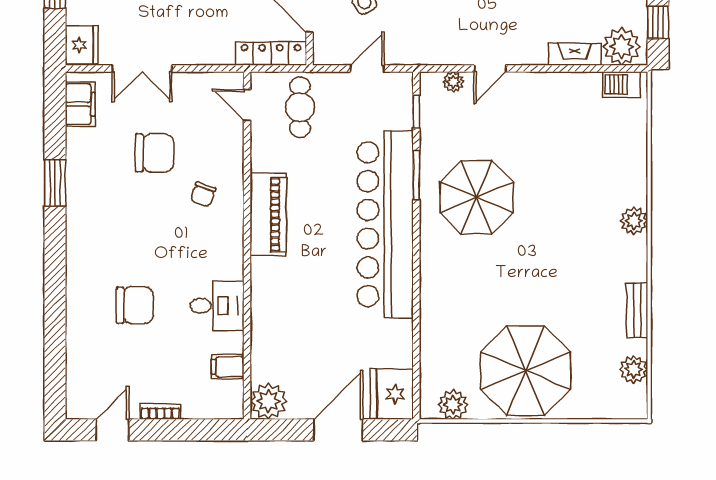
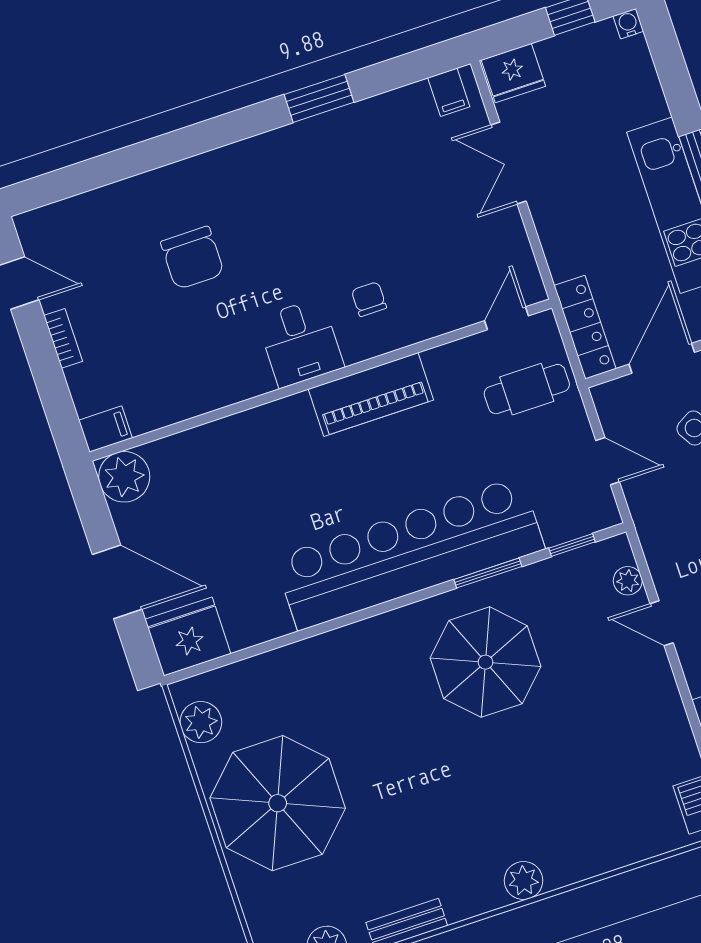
filing cabinet: (80, 104) -> (449, 92), width x0.50
chair: (155, 153) -> (402, 217), removed
chair: (203, 194) -> (369, 299), turned 71
desk: (217, 306) -> (300, 343), moved
filing cabinet: (228, 367) -> (105, 429), moved, turned 90

